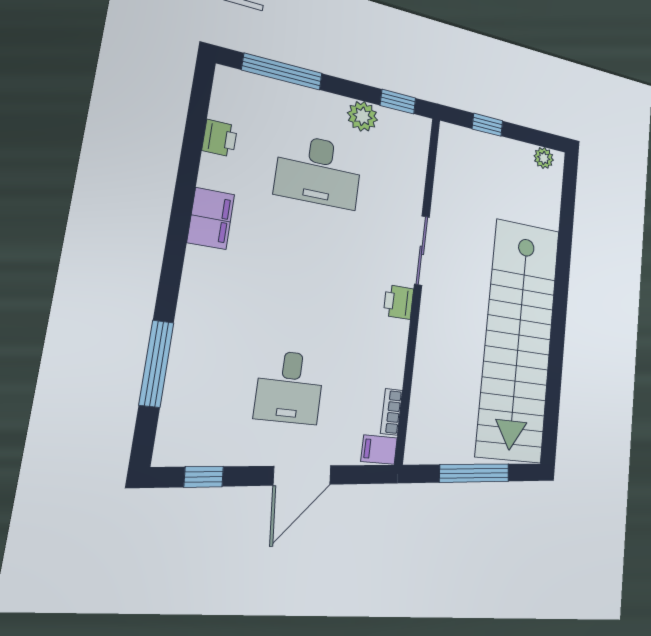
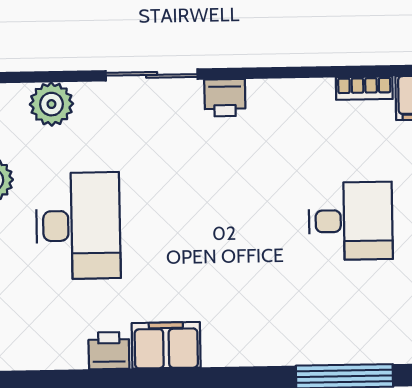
printer: (220, 138) -> (109, 351), moved
plant: (411, 173) -> (51, 104), added

